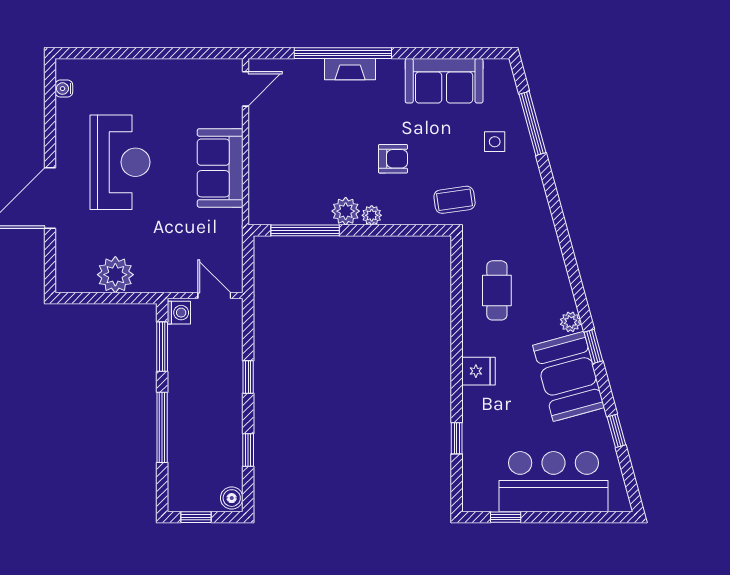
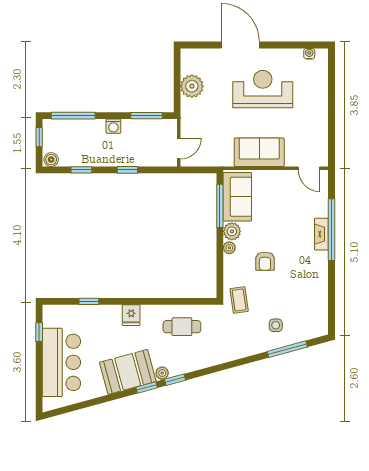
sofa: (444, 81) -> (237, 197), moved, turned 180
reception desk: (120, 162) -> (263, 89), turned 180
washing machine: (179, 313) -> (113, 126), moved
window: (162, 427) -> (73, 116), moved
window: (616, 431) -> (175, 380), moved

